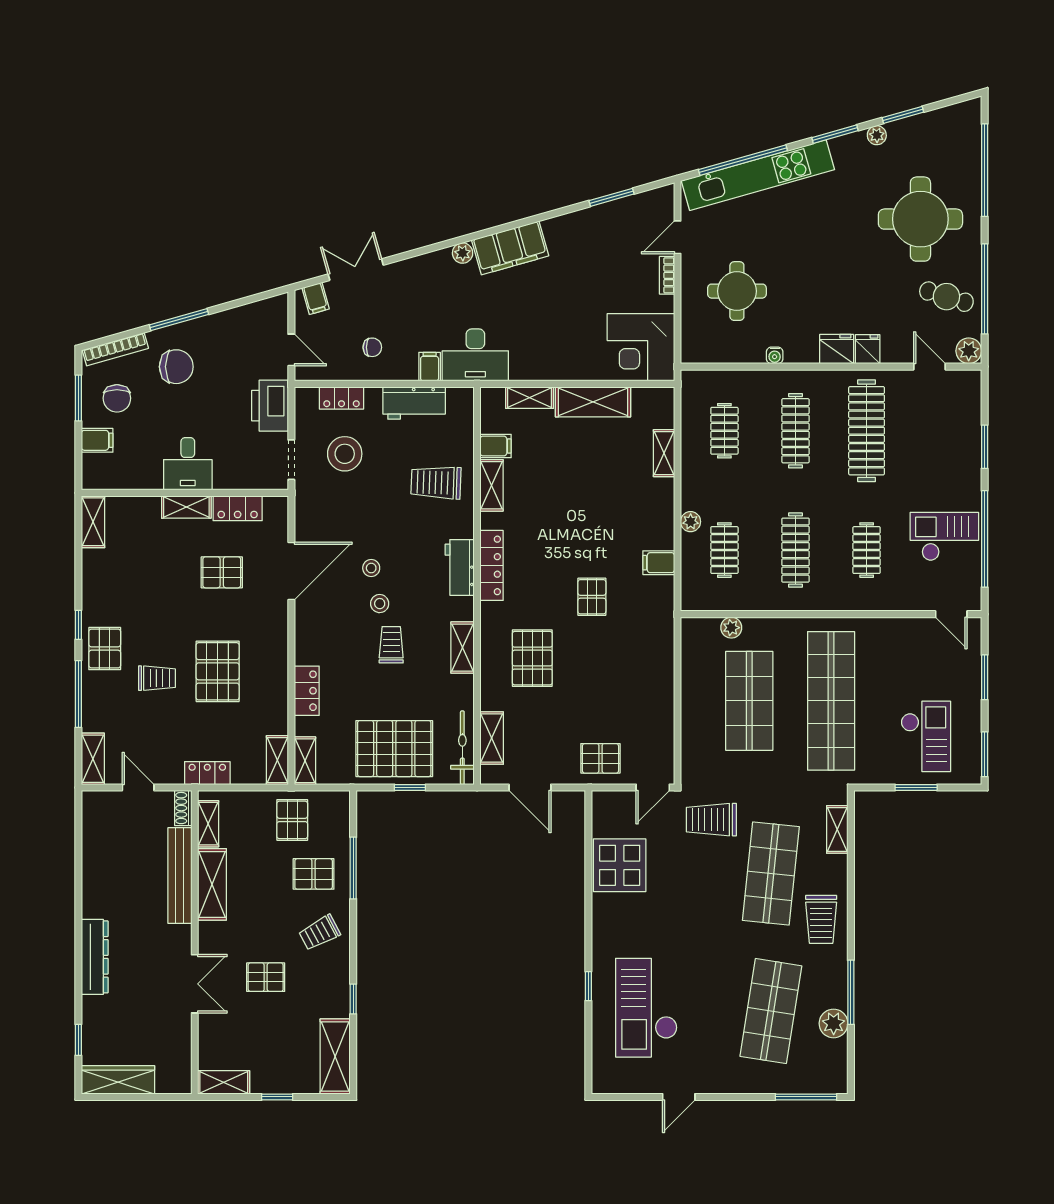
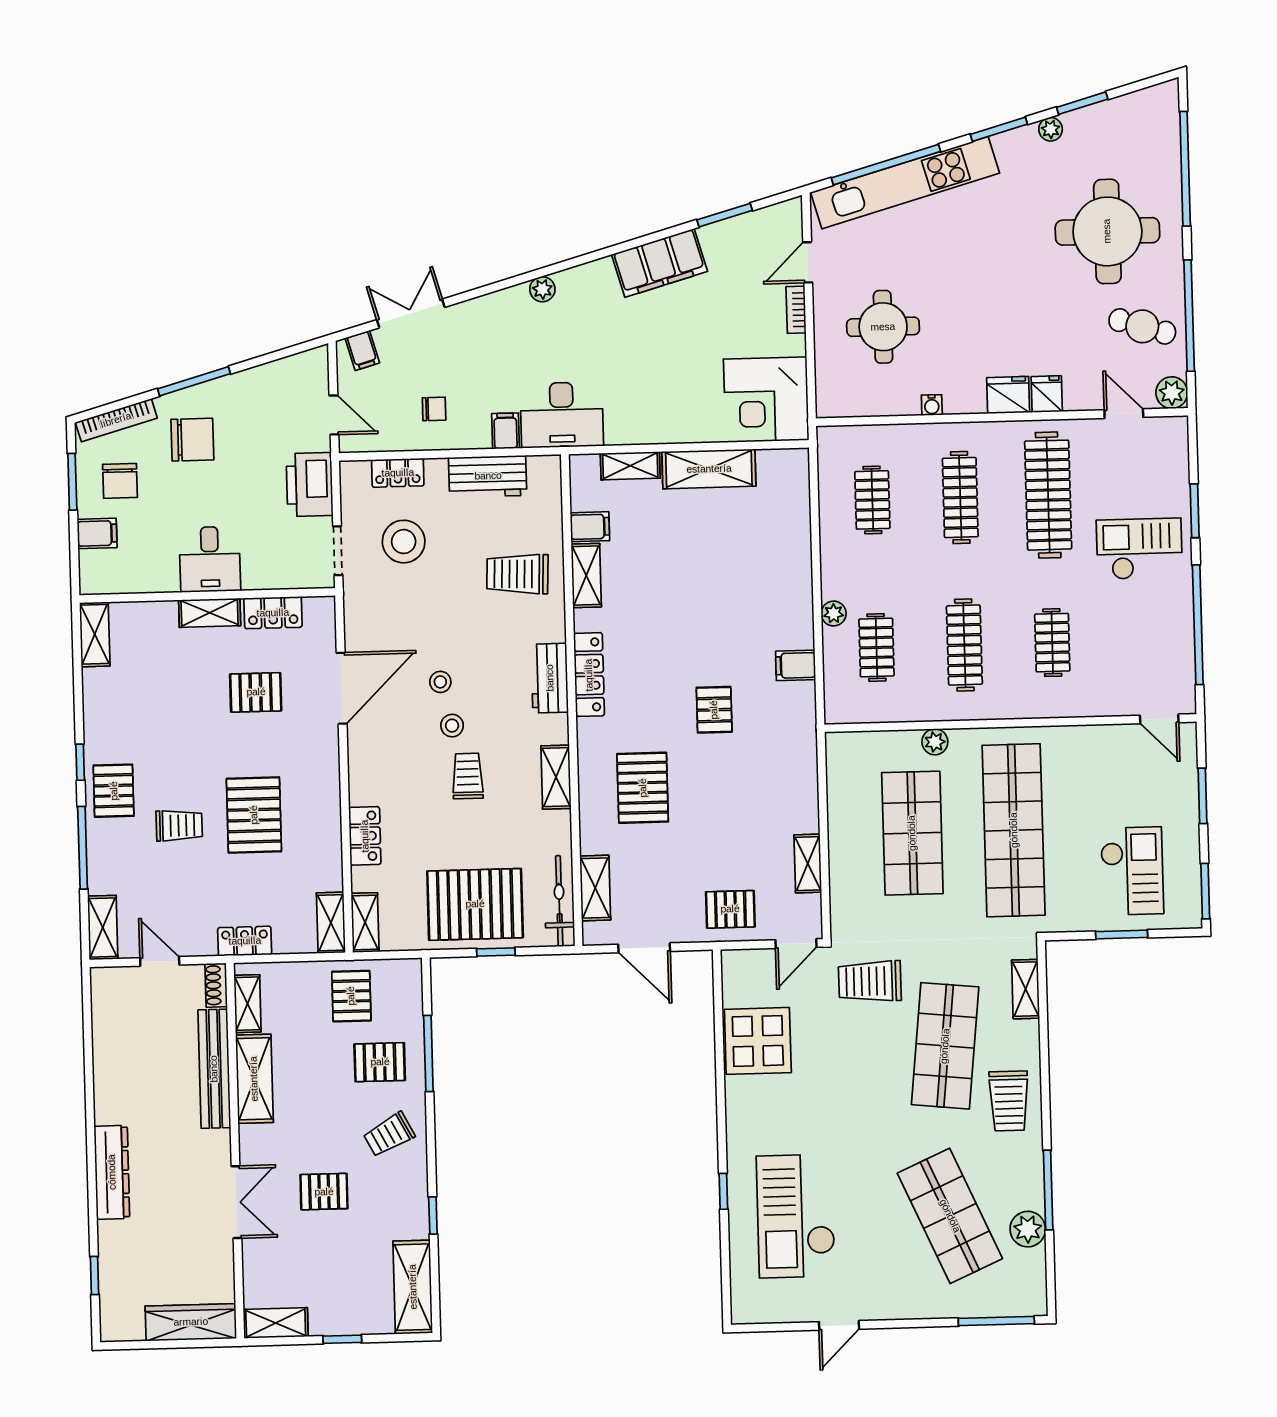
filing cabinet: (510, 248) -> (660, 263), moved
shelving: (664, 453) -> (808, 864), moved
checkout: (944, 537) -> (1139, 549), moved
plant: (731, 628) -> (935, 742), moved
shop shelf: (771, 1011) -> (950, 1216), turned -33
wardrobe: (118, 1080) -> (191, 1322), moved

